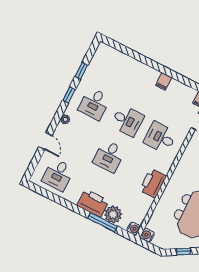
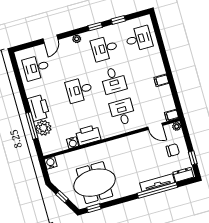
desk: (112, 68) -> (139, 39), added
water cooler: (134, 229) -> (73, 143), moved

